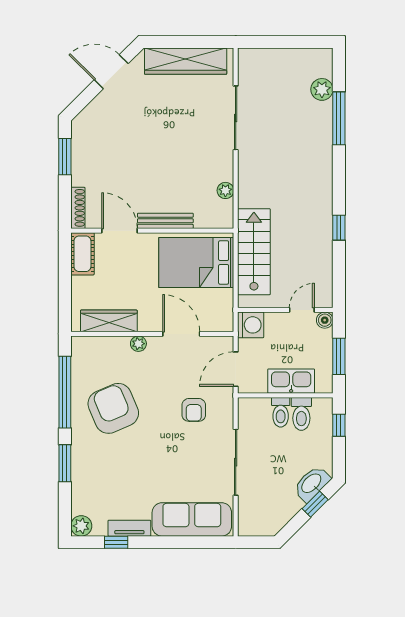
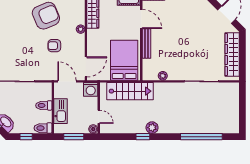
plant: (322, 89) -> (152, 128), moved
window: (339, 118) -> (201, 137), width x1.46
door: (120, 231) -> (141, 19), hinge flipped
door: (181, 334) -> (86, 67), moved
armchair: (194, 410) -> (54, 46), moved
toilet: (301, 414) -> (43, 128), moved
window: (339, 425) -> (26, 137), moved

